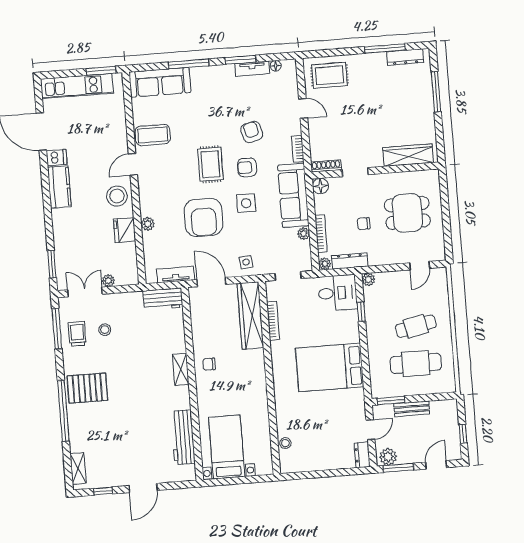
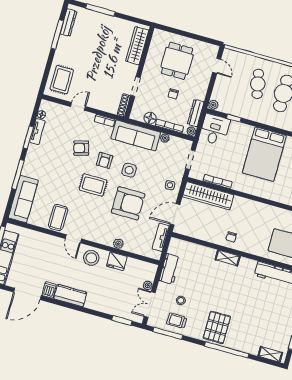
floor lamp: (320, 186) -> (150, 118), moved
workbench: (163, 299) -> (170, 269), moved

